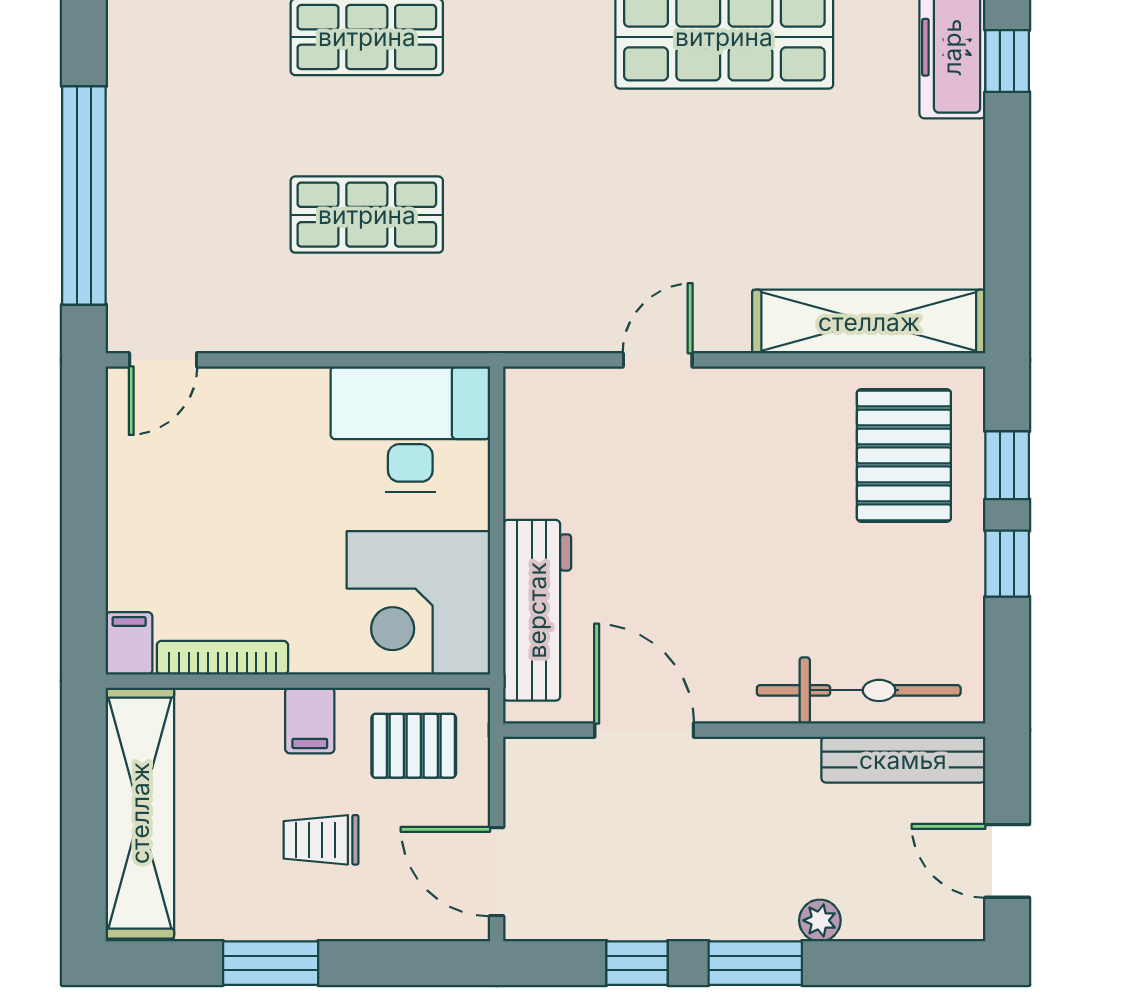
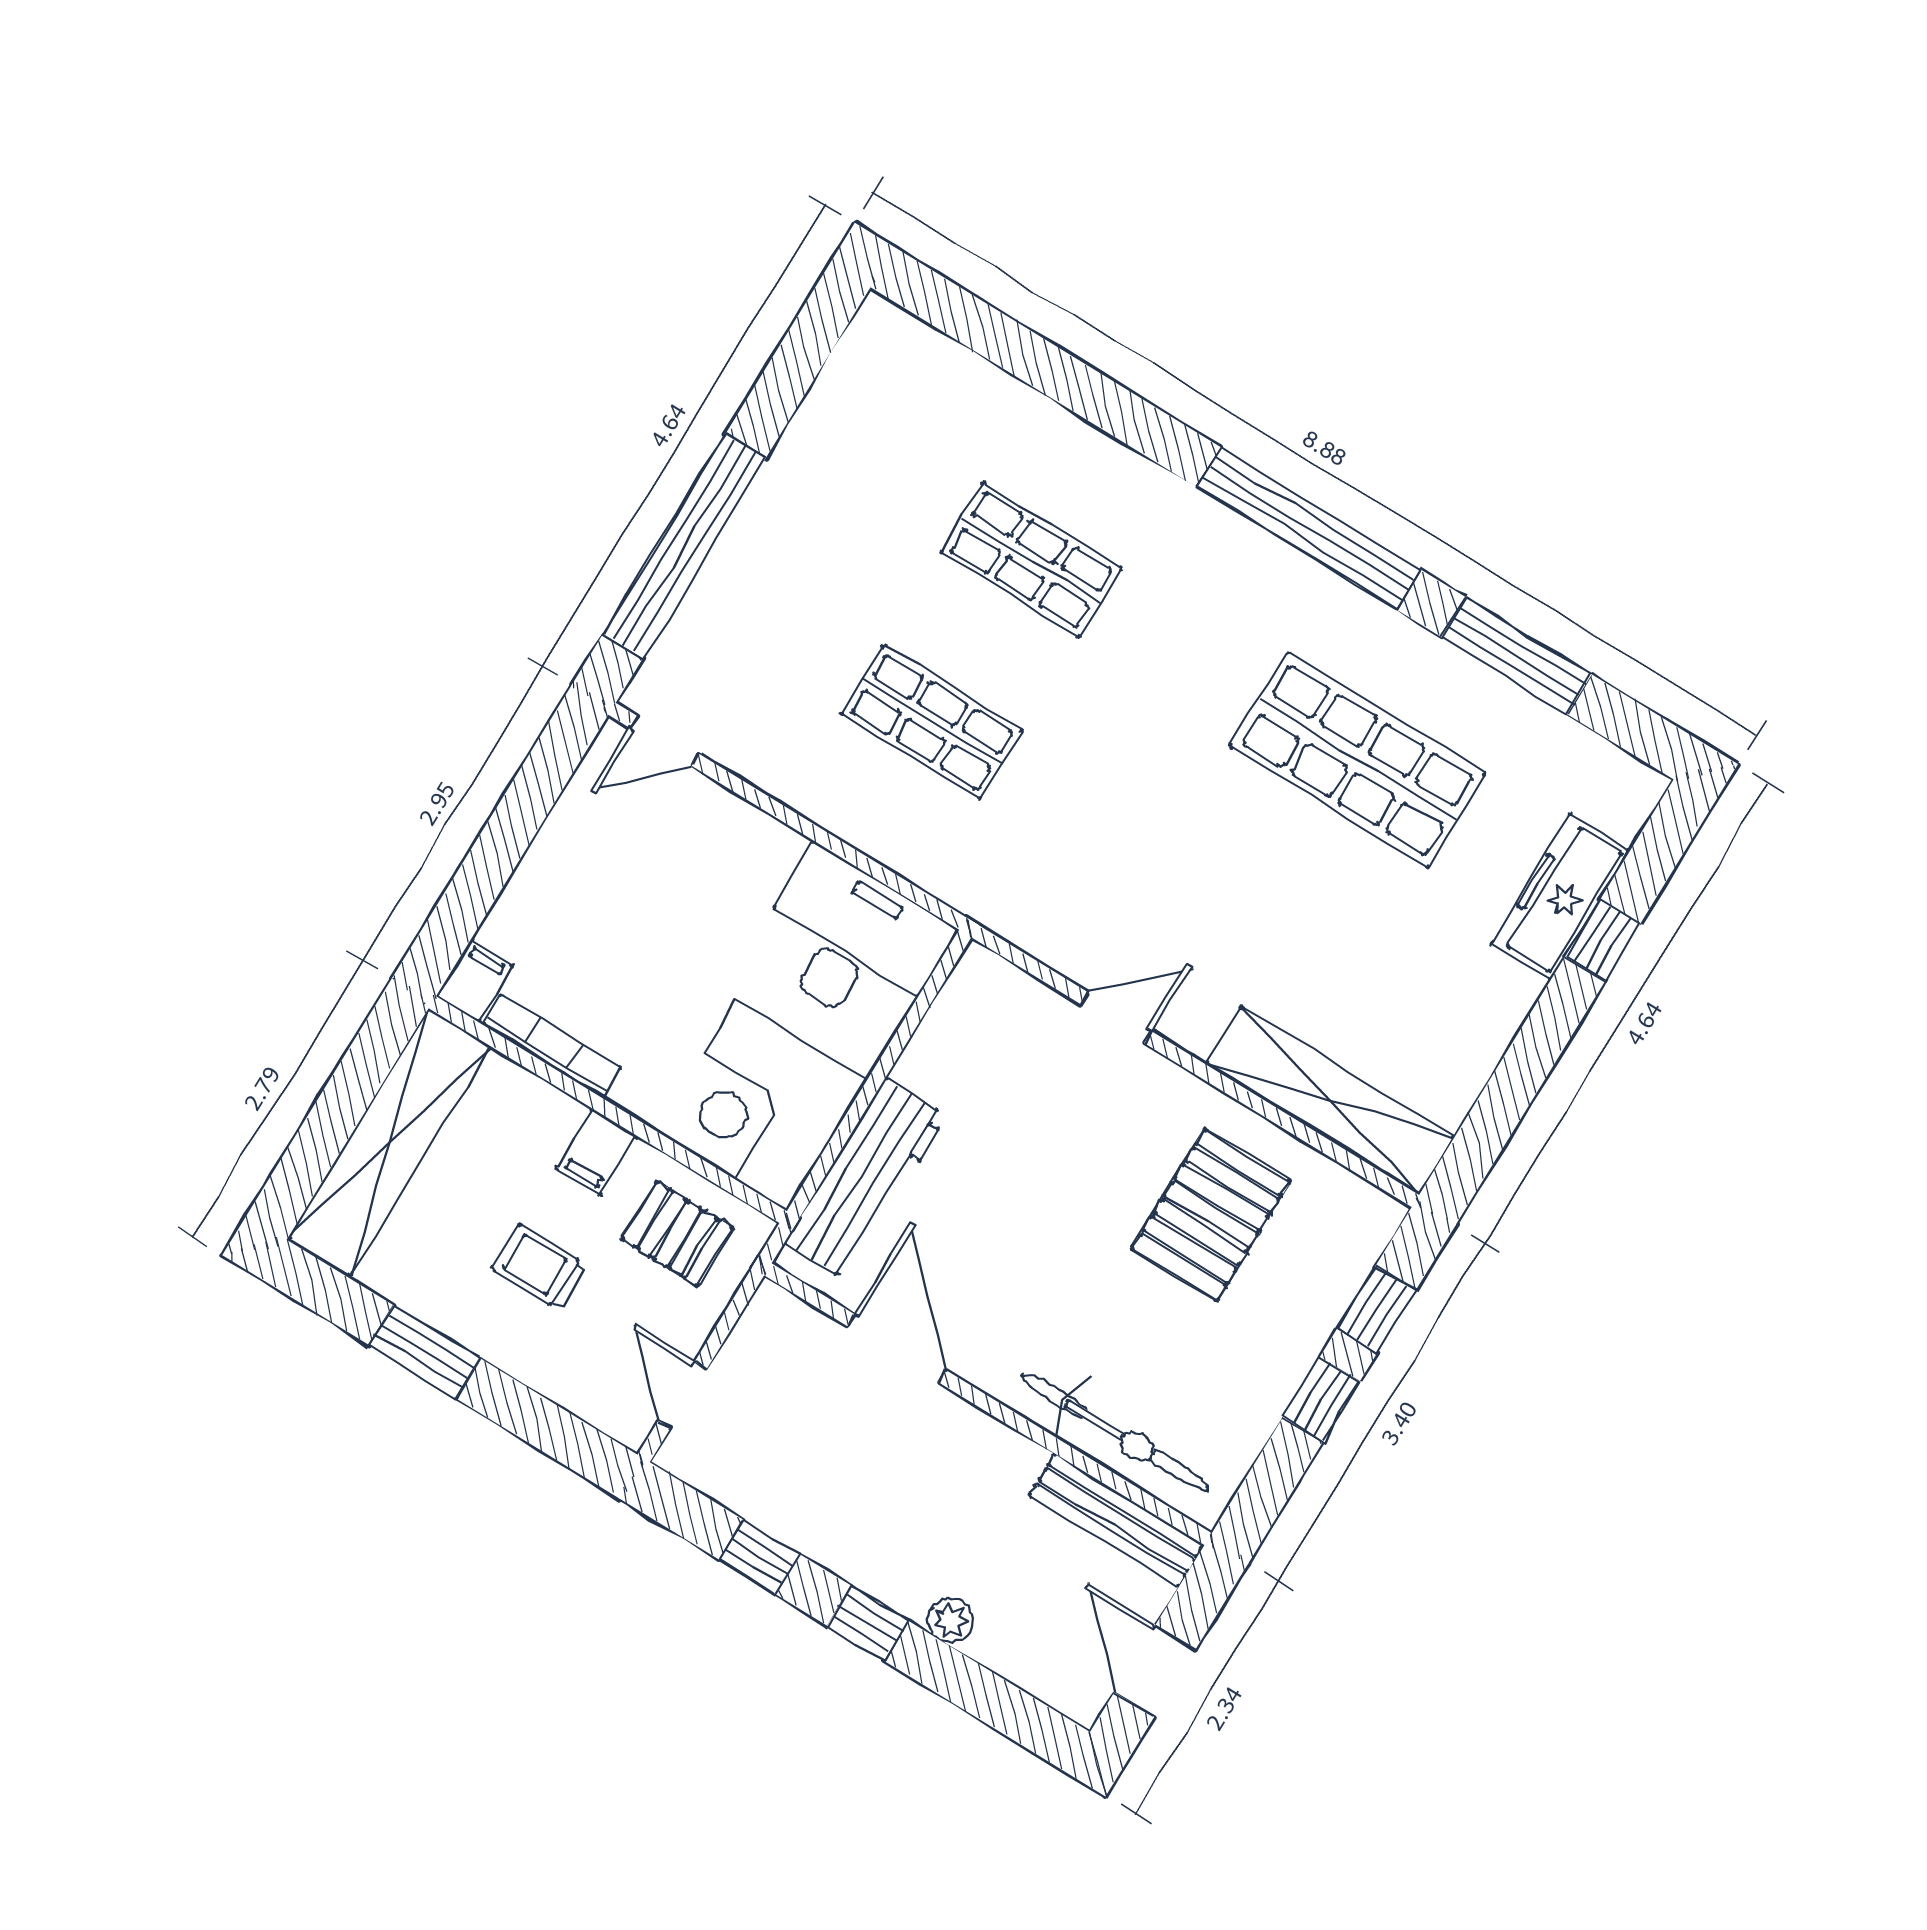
pallet: (904, 455) -> (1211, 1215), moved
door: (497, 872) -> (683, 1395), width x0.73
window: (755, 963) -> (868, 1623), width x0.67

